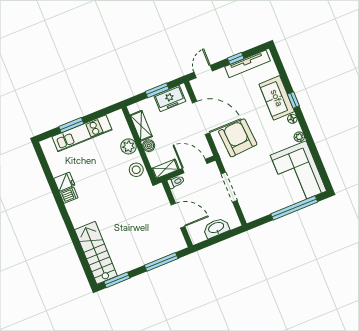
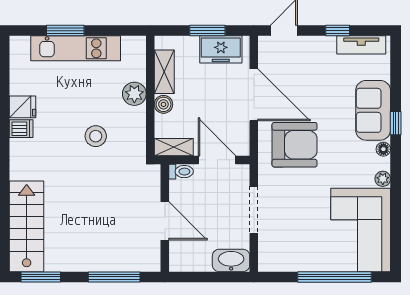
tv unit: (247, 64) -> (361, 45), width x0.71
armchair: (238, 138) -> (295, 145), turned 94
stool: (136, 170) -> (96, 136), moved
washbasin: (216, 228) -> (231, 260), moved

